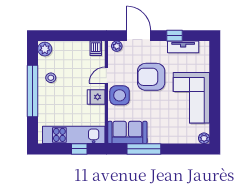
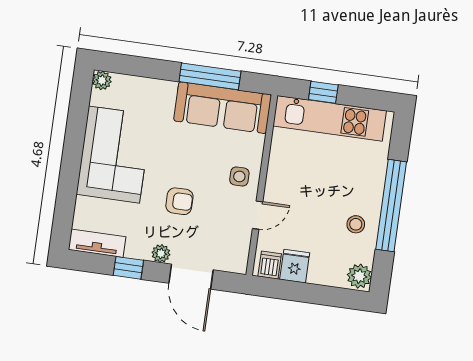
plant: (117, 46) -> (161, 254), moved
tv unit: (183, 47) -> (97, 243), moved
armchair: (151, 77) -> (179, 201), width x0.53, depth x0.53
side table: (120, 95) -> (239, 176), width x0.54, depth x0.54
fridge: (96, 97) -> (295, 266), moved, turned -90
sofa: (127, 132) -> (223, 108), width x1.36

